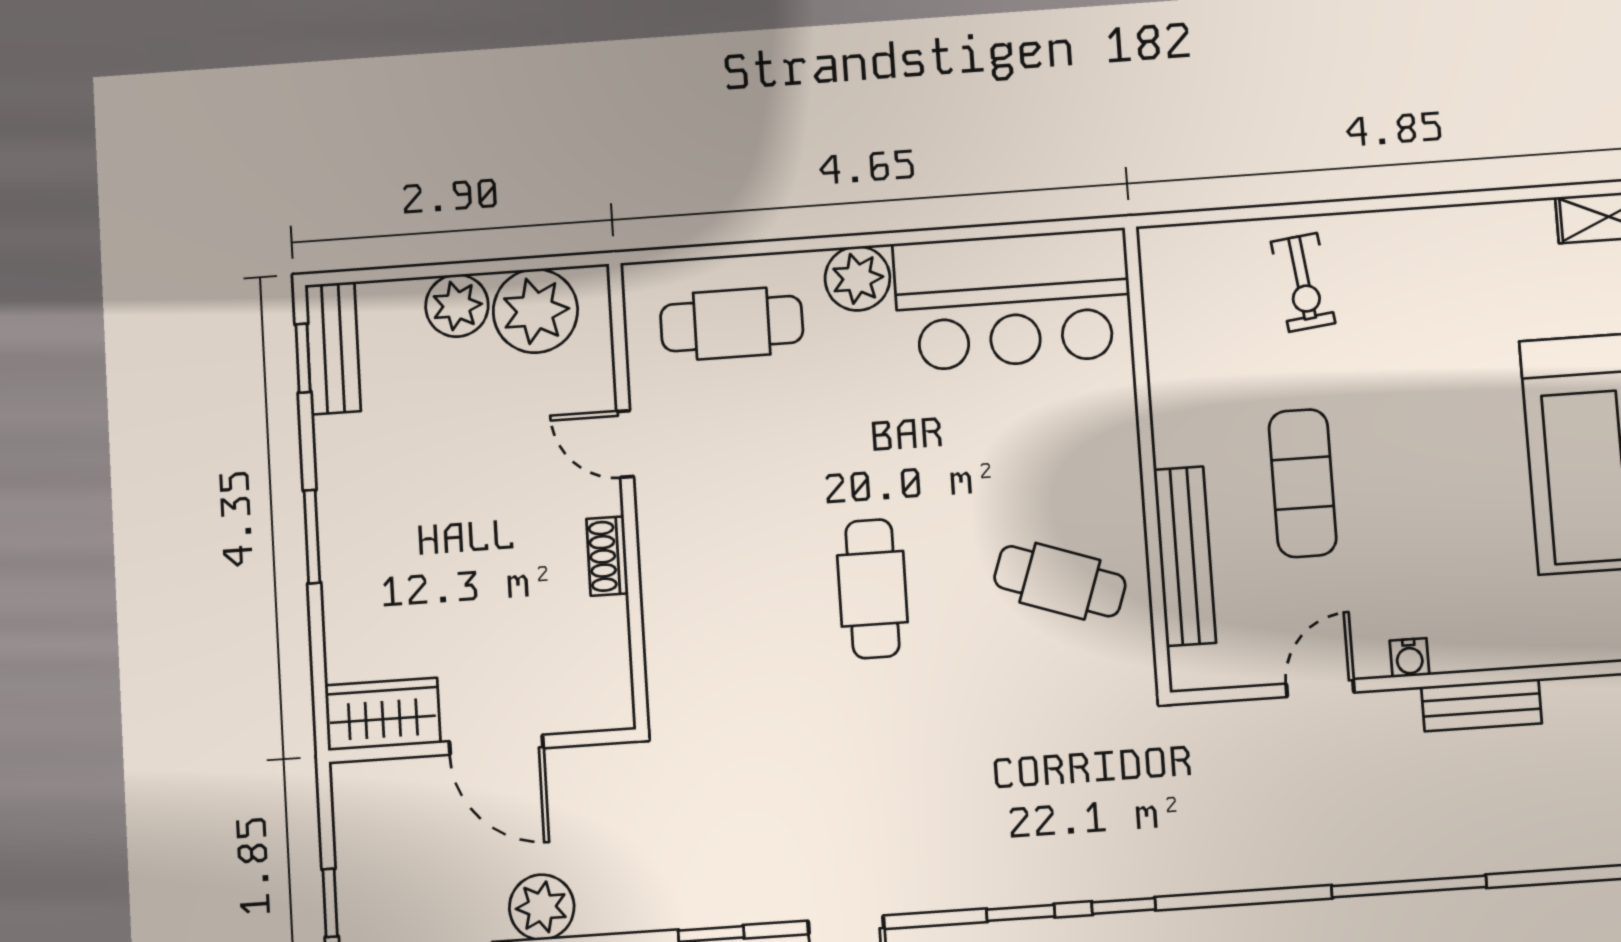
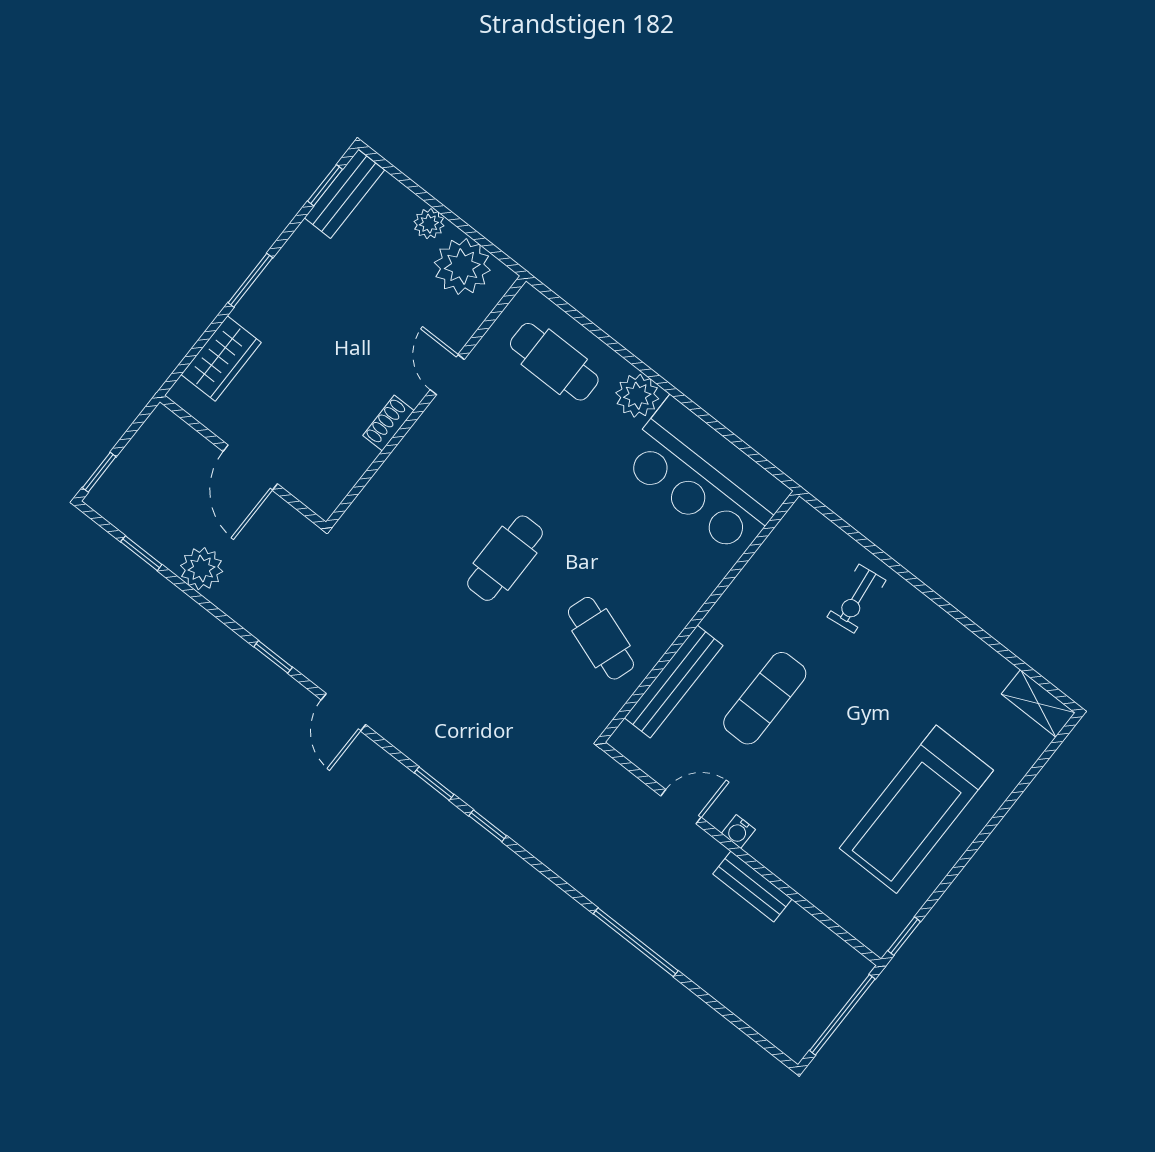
plant: (457, 306) -> (429, 224), width x0.73, depth x0.73
wardrobe: (383, 714) -> (221, 358), moved, turned 90

